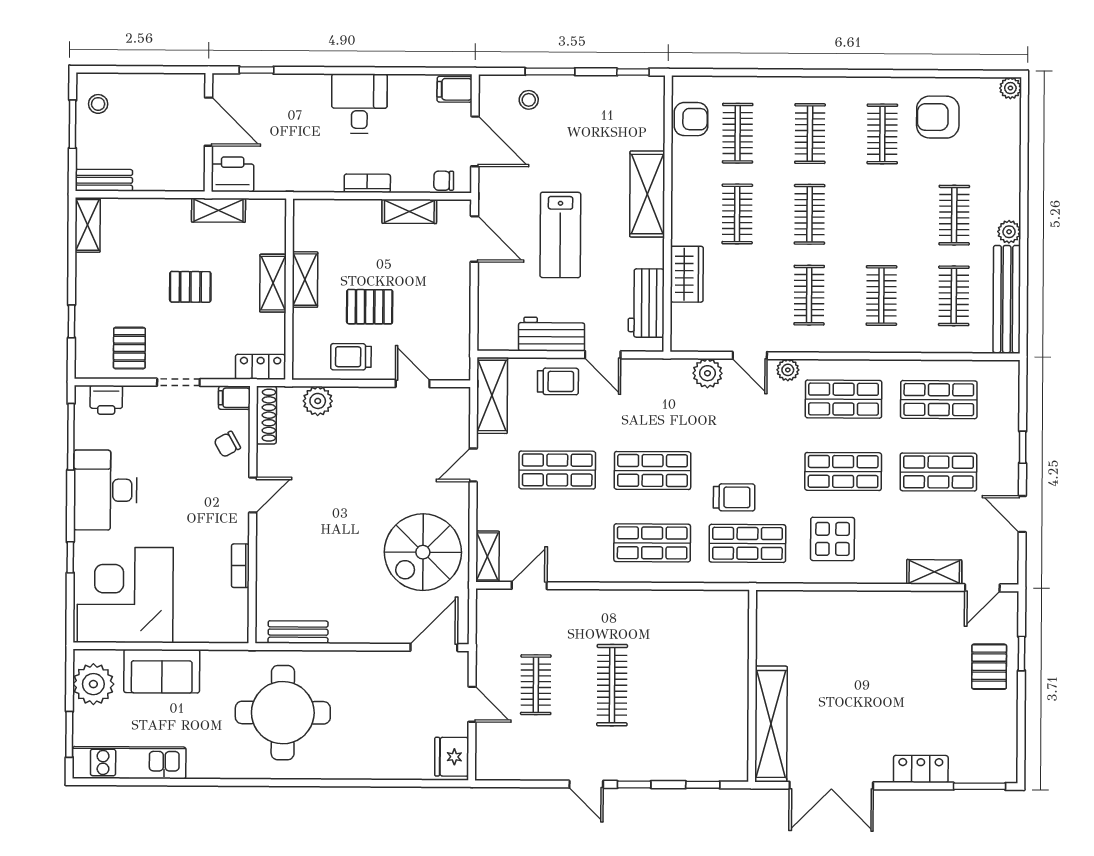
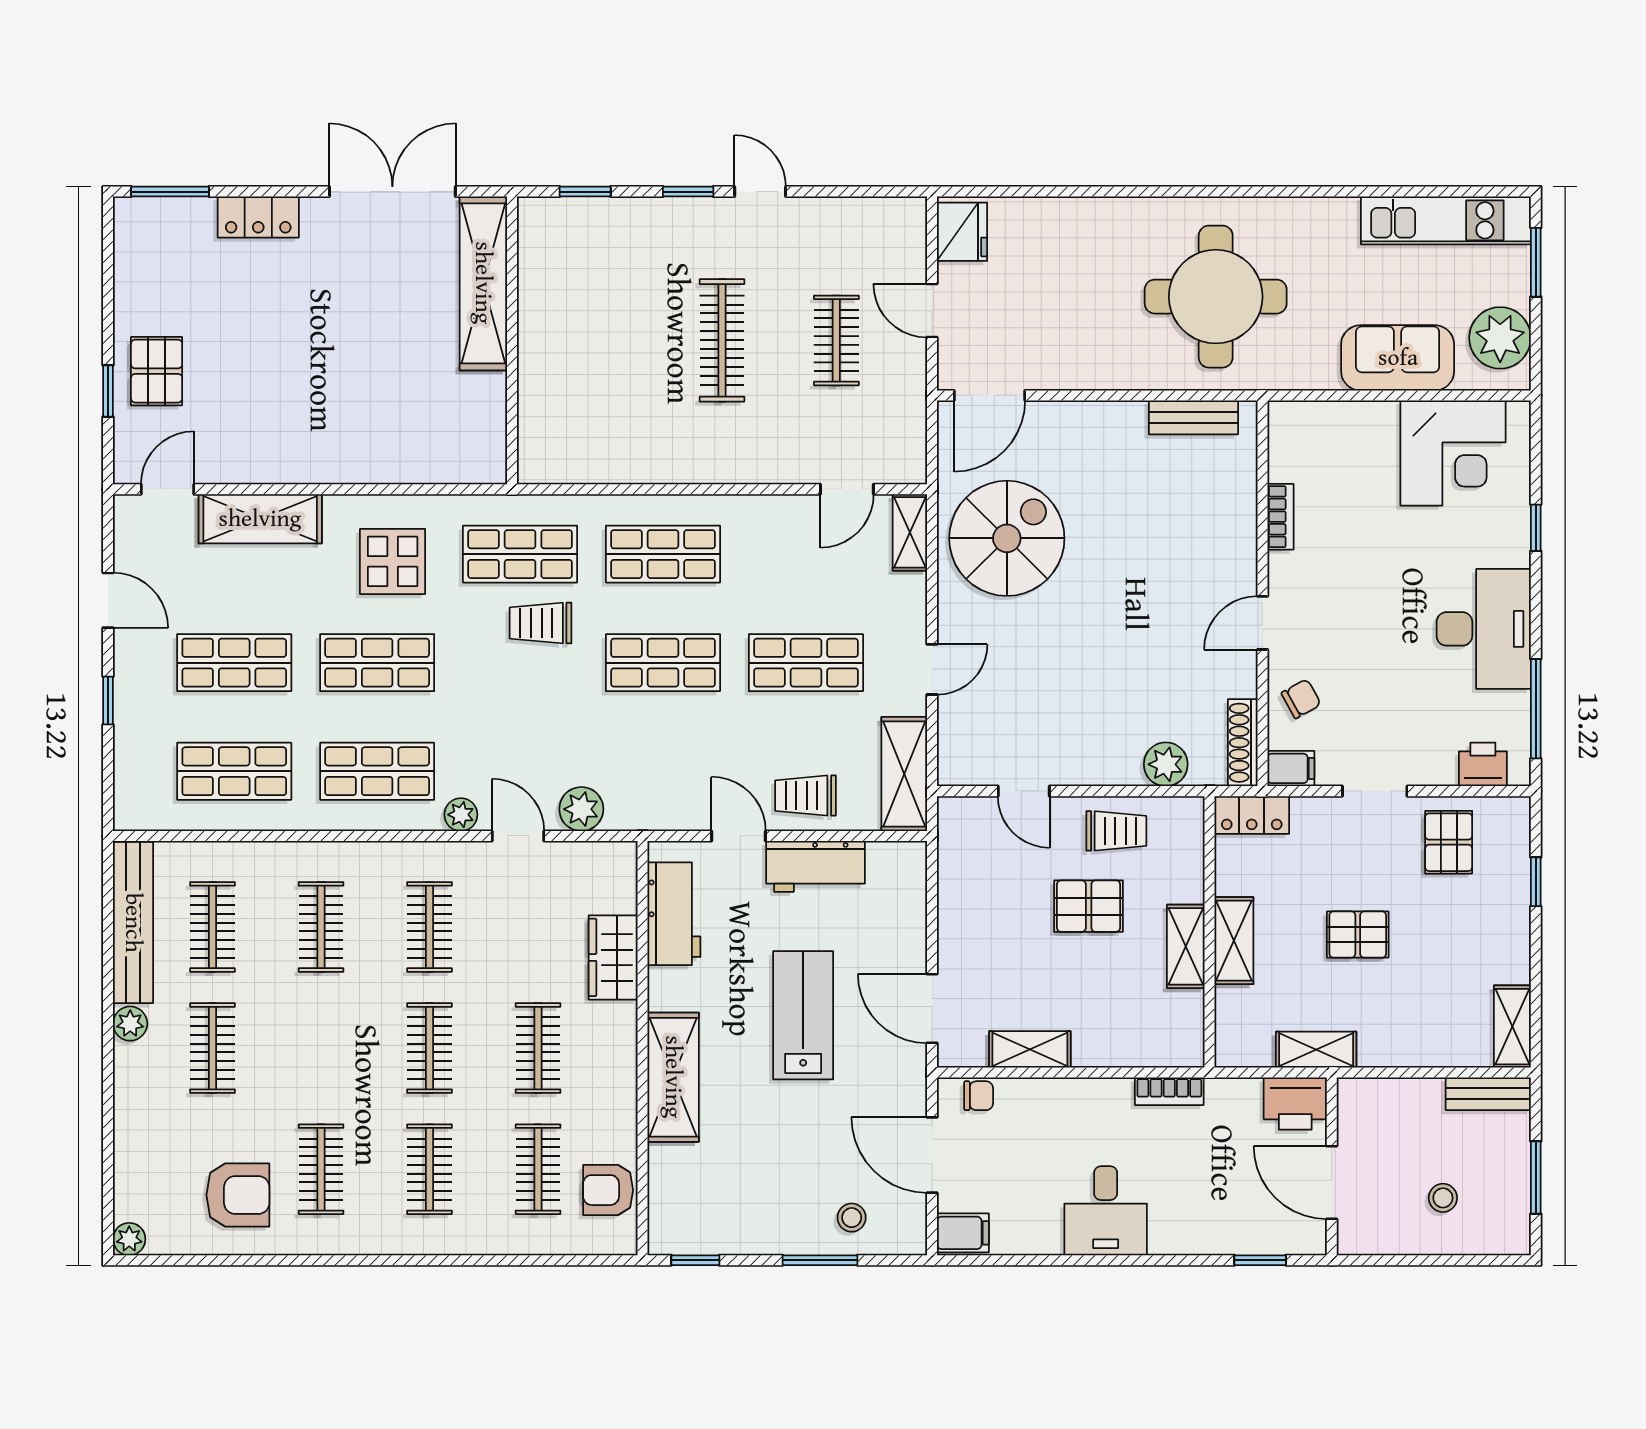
stool: (98, 104) -> (1443, 1198), moved
bookcase: (367, 183) -> (1169, 1091), moved
shelving: (934, 572) -> (260, 519), width x1.50, depth x1.33
corner desk: (125, 595) -> (1453, 453), width x0.74, depth x0.74

